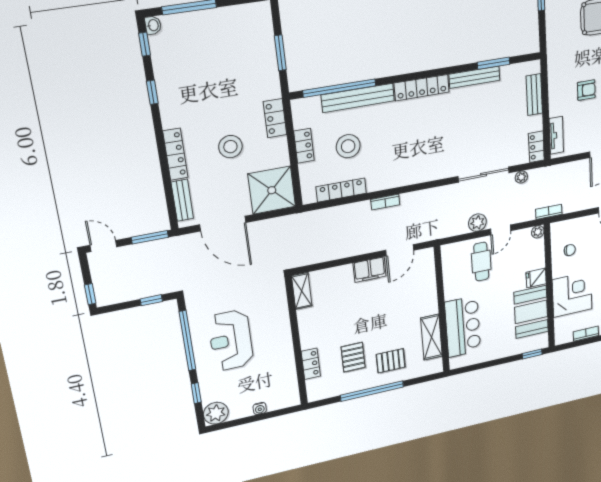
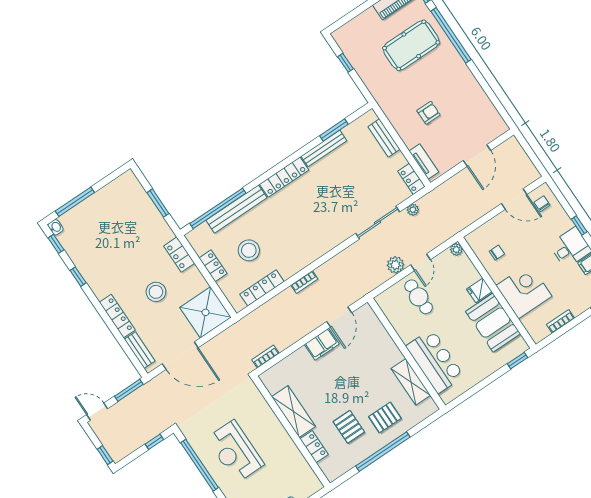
bookcase: (549, 212) -> (266, 357), moved
shelving: (302, 291) -> (293, 412), moved, width x1.50, depth x1.33

